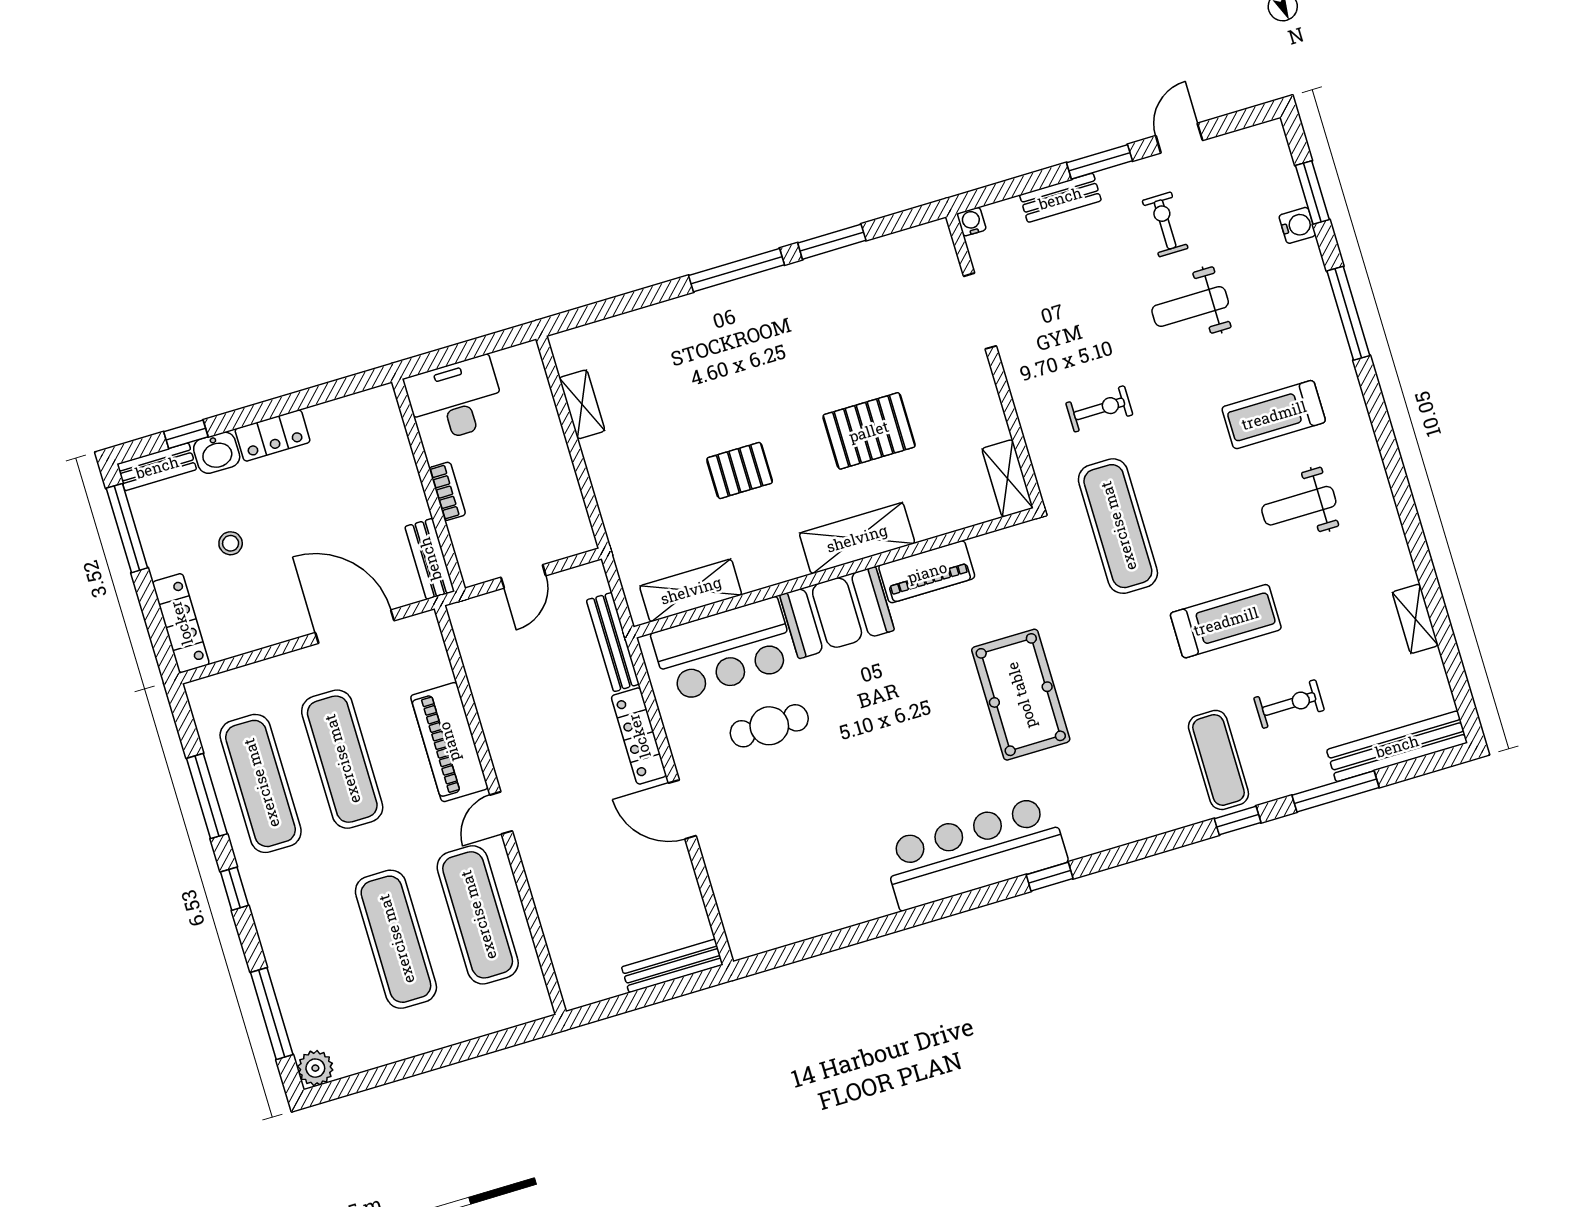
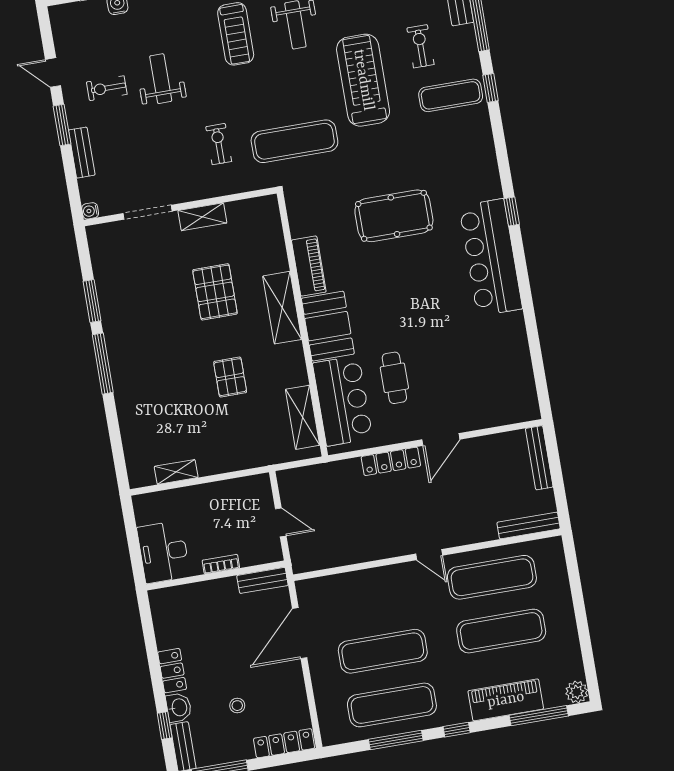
weight bench: (1190, 307) -> (161, 79), turned 180
shelving: (1007, 478) -> (202, 217), moved
treadmill: (1226, 621) -> (363, 80), width x1.37, depth x1.38
bench: (613, 642) -> (529, 526), moved
piano: (449, 742) -> (506, 700), moved, turned 180

